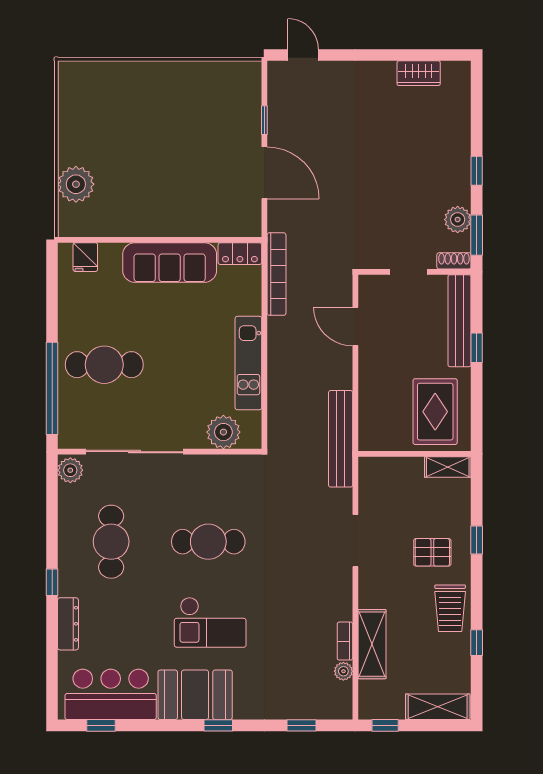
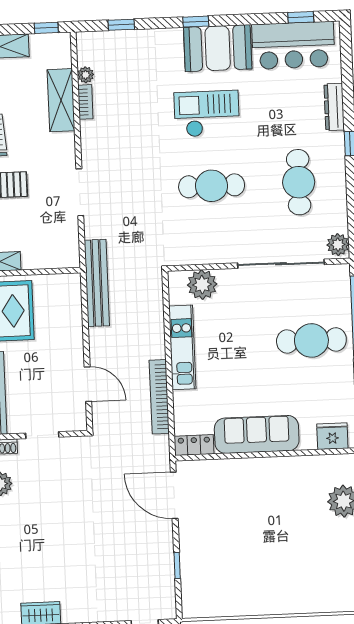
door: (264, 173) -> (174, 495), moved
fridge: (85, 257) -> (332, 436), width x1.38
bookcase: (276, 274) -> (159, 397), moved

